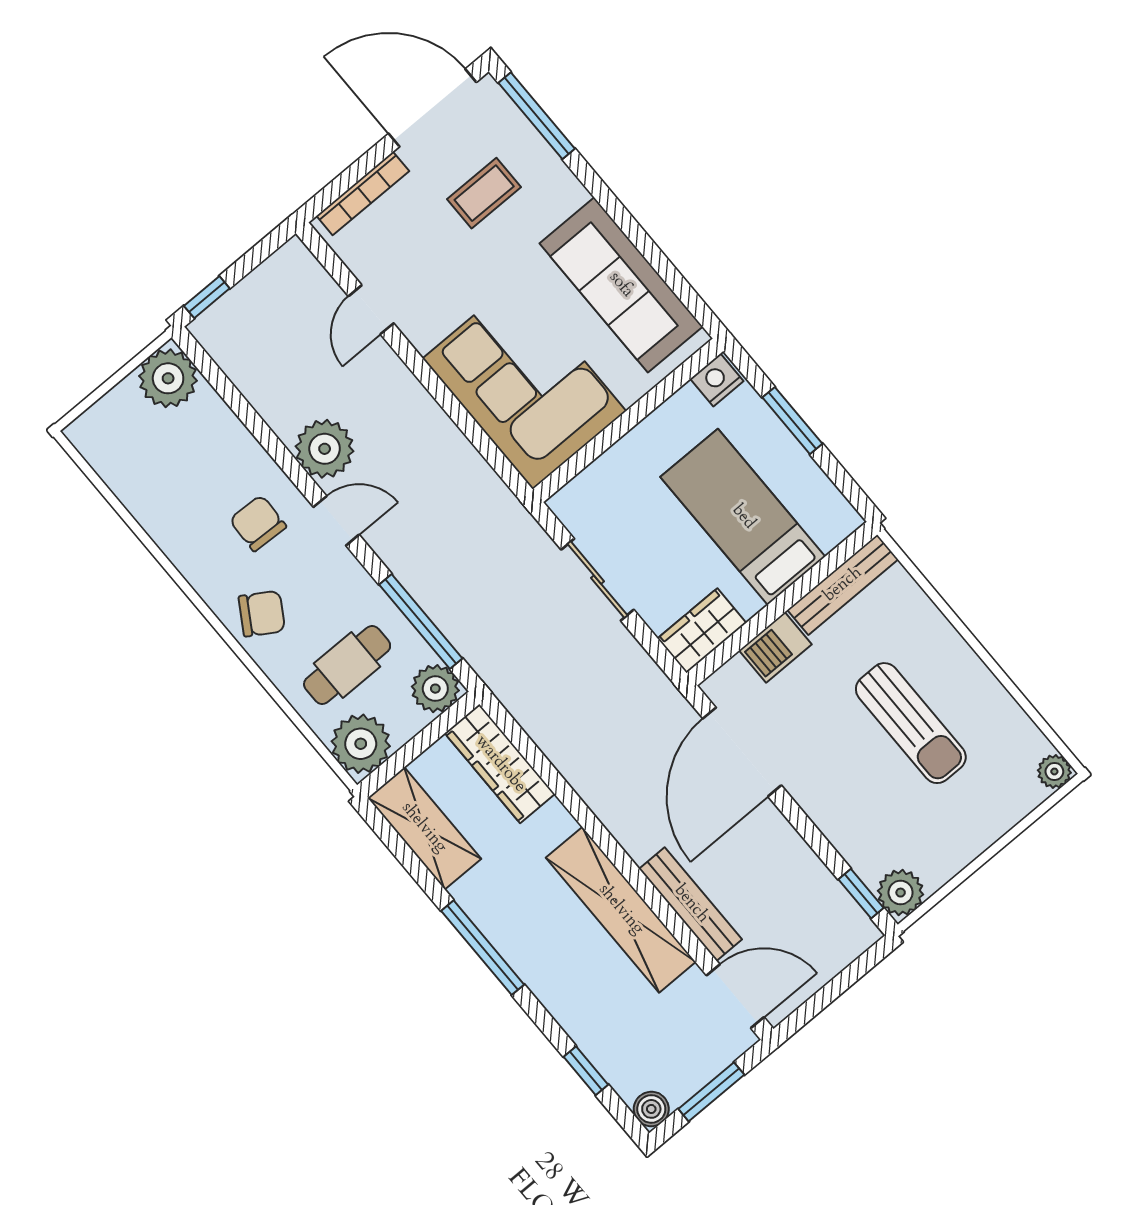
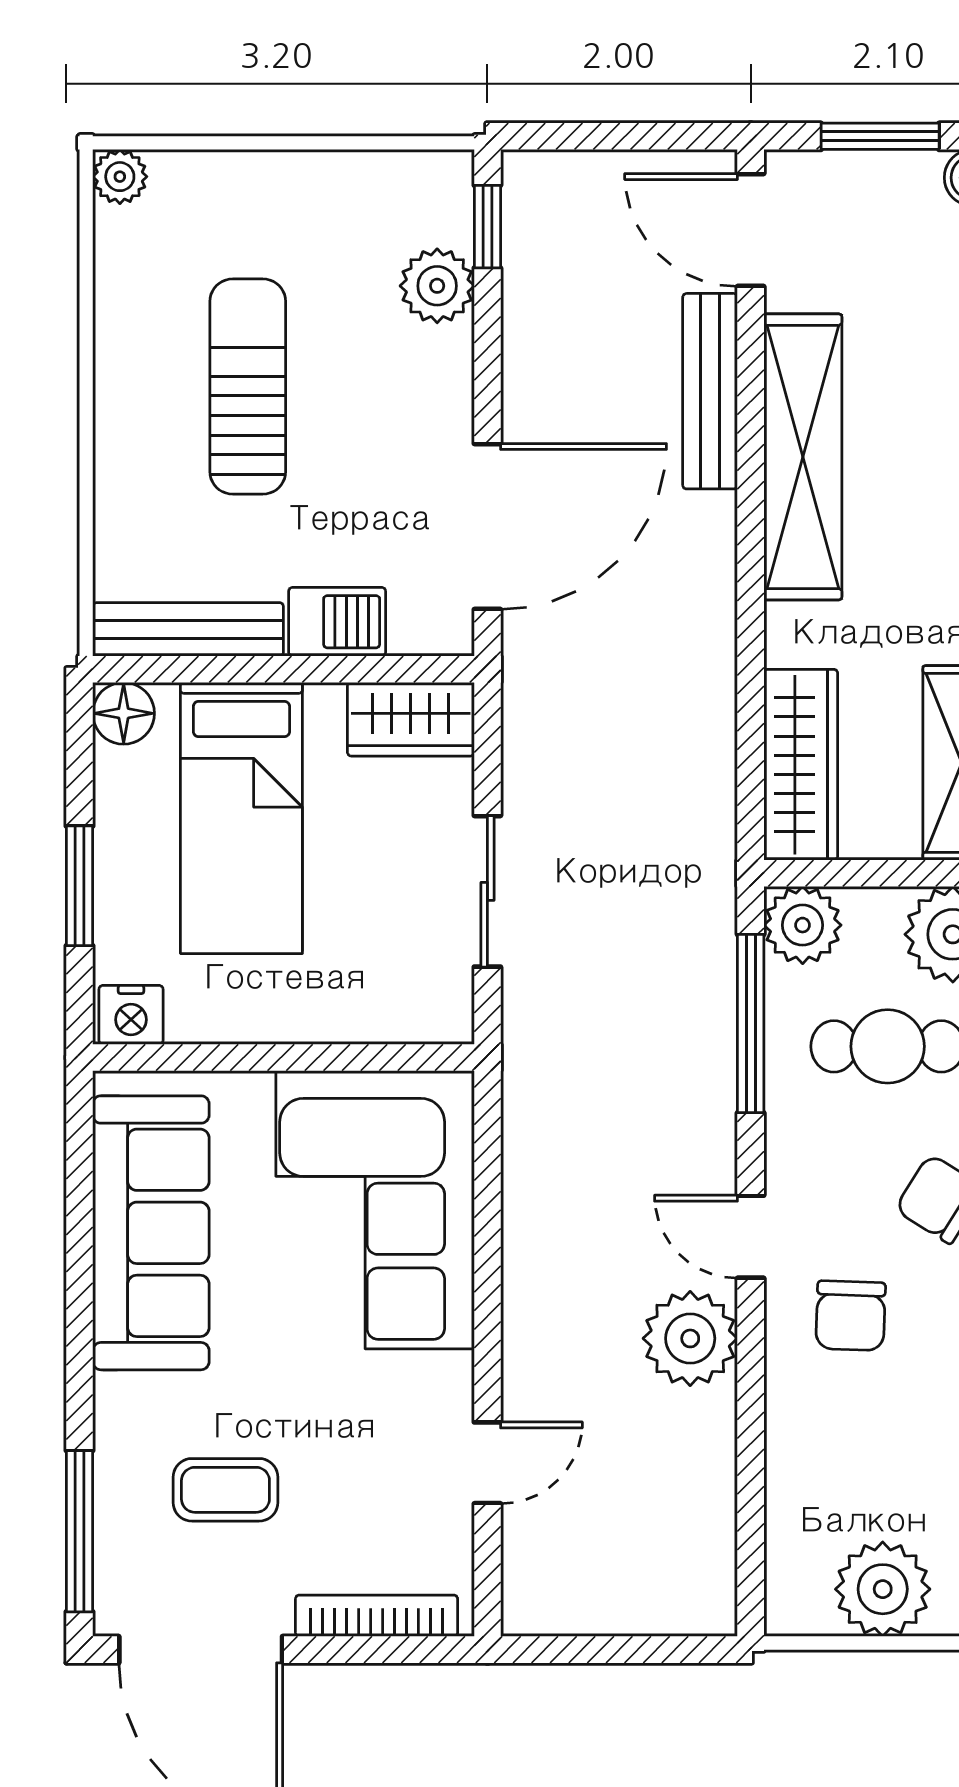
window: (207, 297) -> (678, 1650), removed
plant: (168, 378) -> (883, 1589), moved
floor lamp: (840, 519) -> (124, 713), added
plant: (901, 893) -> (437, 286), moved

